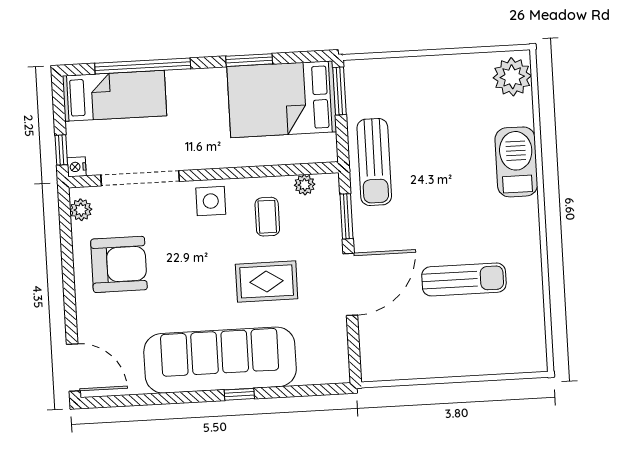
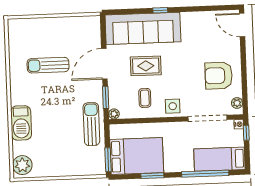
plant: (305, 185) -> (114, 114), moved
sofa: (220, 360) -> (143, 28), moved

